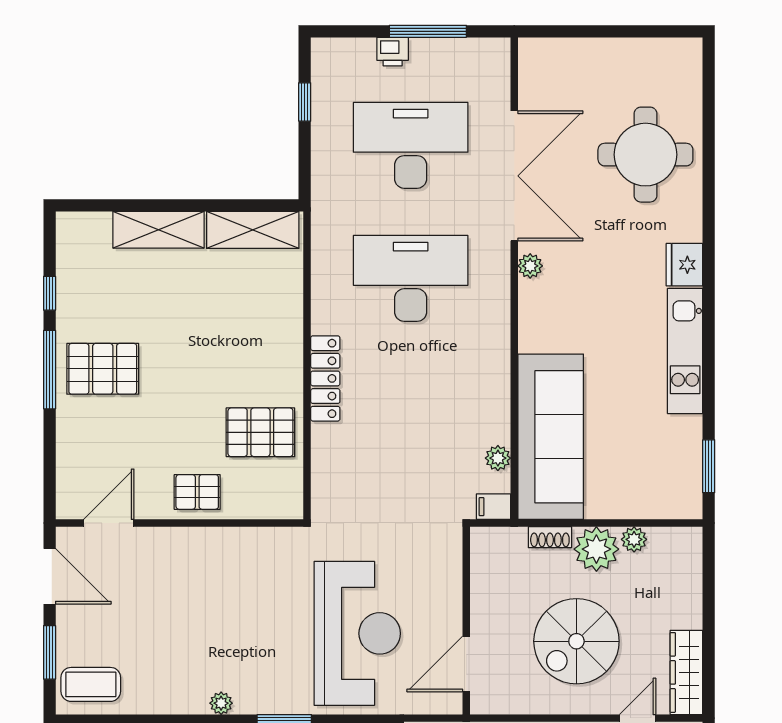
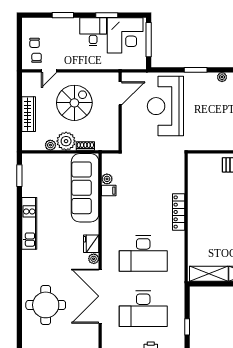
fridge: (684, 265) -> (91, 244), moved, turned 180
pallet: (260, 432) -> (206, 190), removed
filing cabinet: (493, 507) -> (109, 191), moved
wardrobe: (686, 672) -> (29, 114), moved

